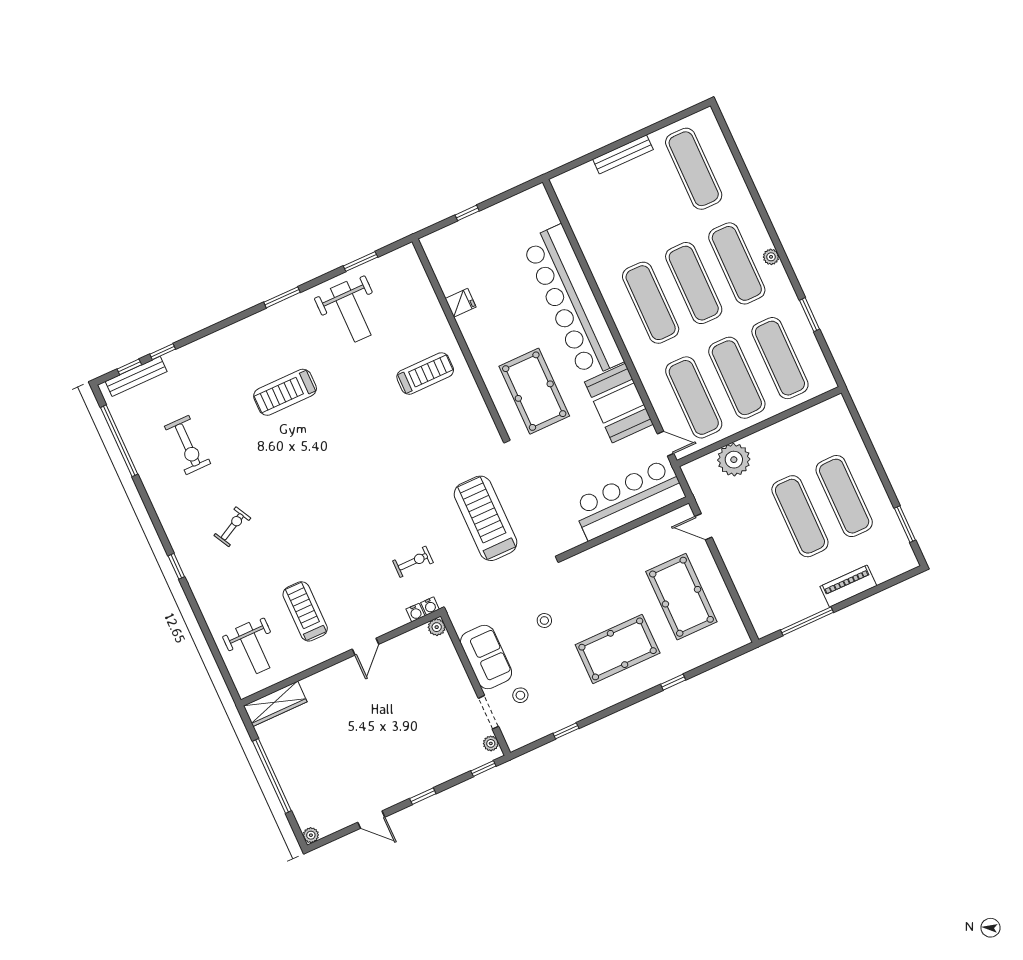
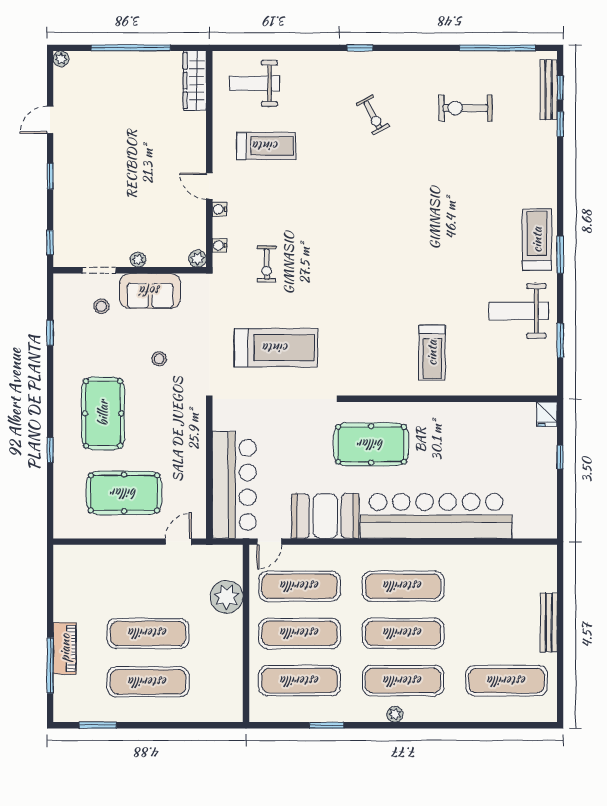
fridge: (461, 303) -> (547, 414), moved
treadmill: (285, 392) -> (537, 240), moved
water cooler: (430, 606) -> (219, 209), moved
window: (807, 621) -> (50, 666), moved
plant: (491, 743) -> (138, 260), moved

